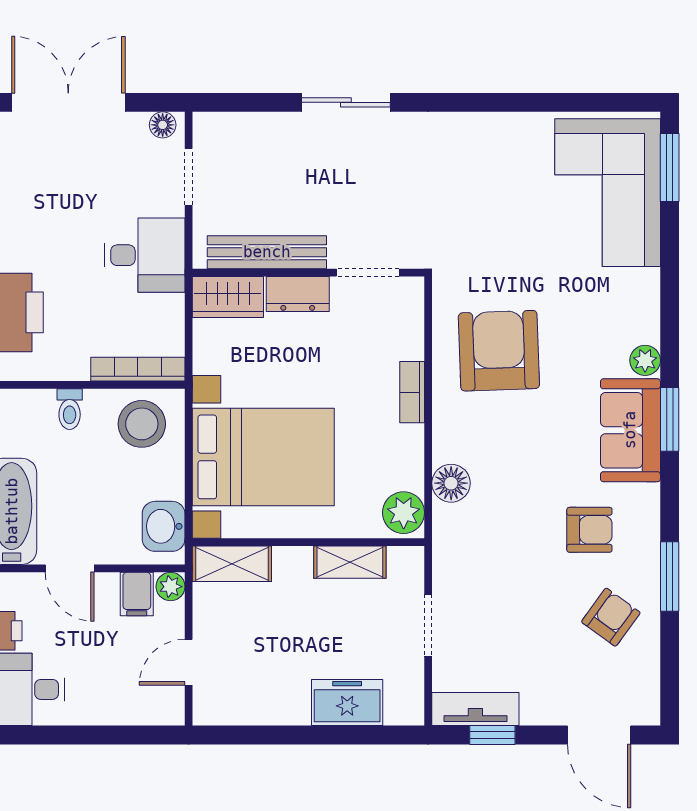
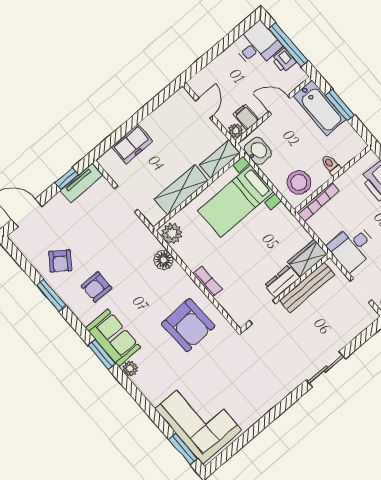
bed with nightstands: (263, 457) -> (236, 201), width x0.73
shelving: (350, 562) -> (181, 190), width x1.50, depth x1.33

